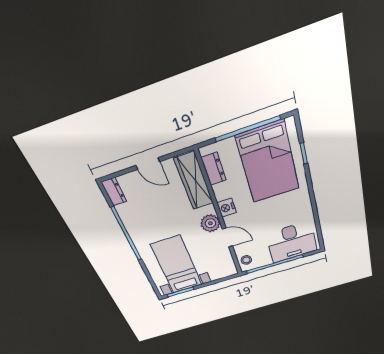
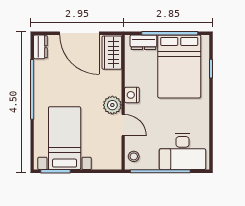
door: (148, 164) -> (79, 33), width x1.87
dresser: (214, 169) -> (143, 42), moved, turned 90
wardrobe: (194, 181) -> (112, 53), width x0.67

